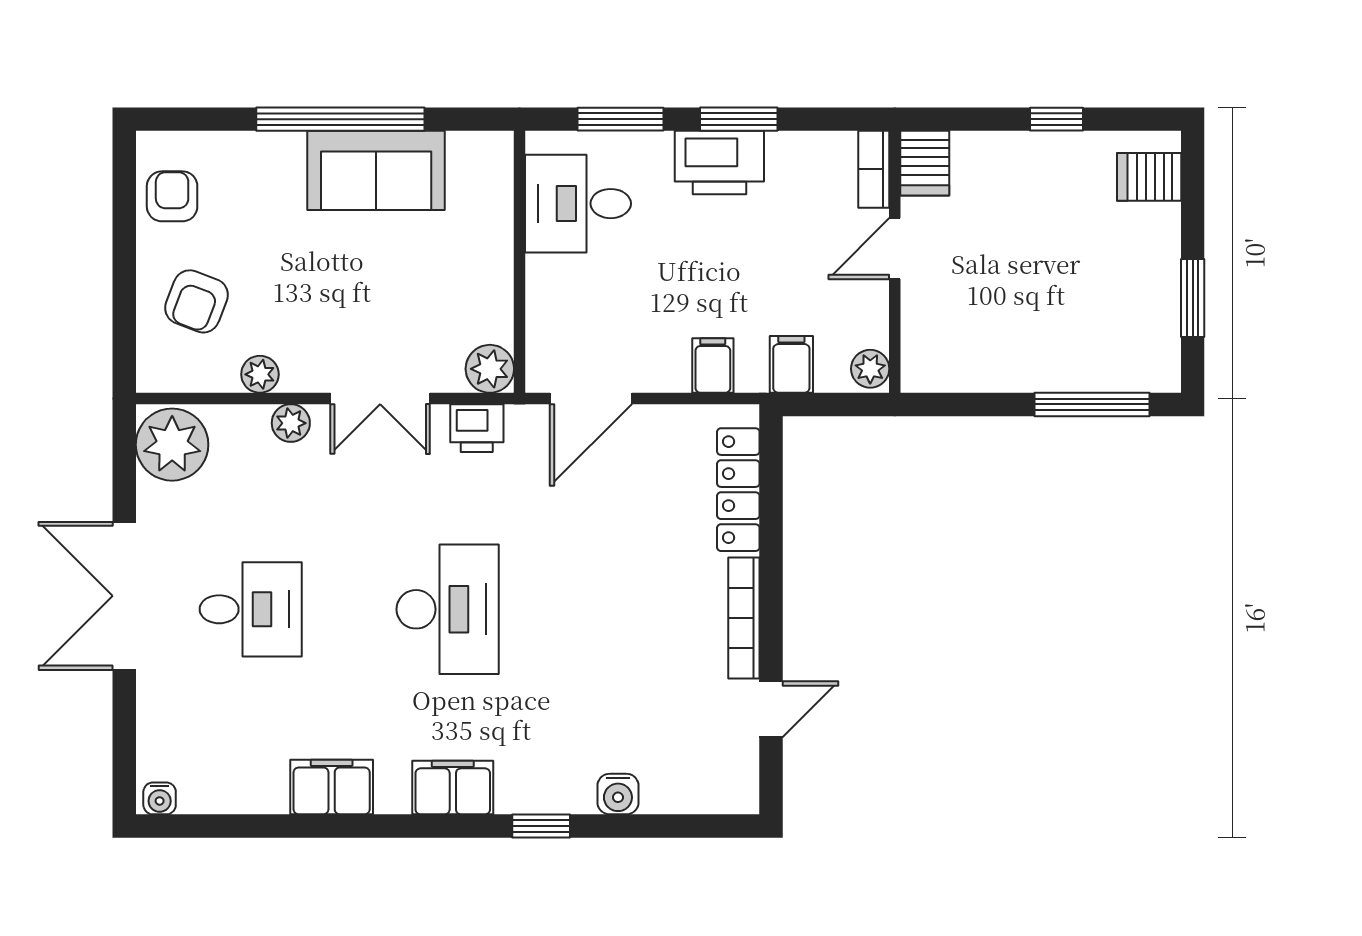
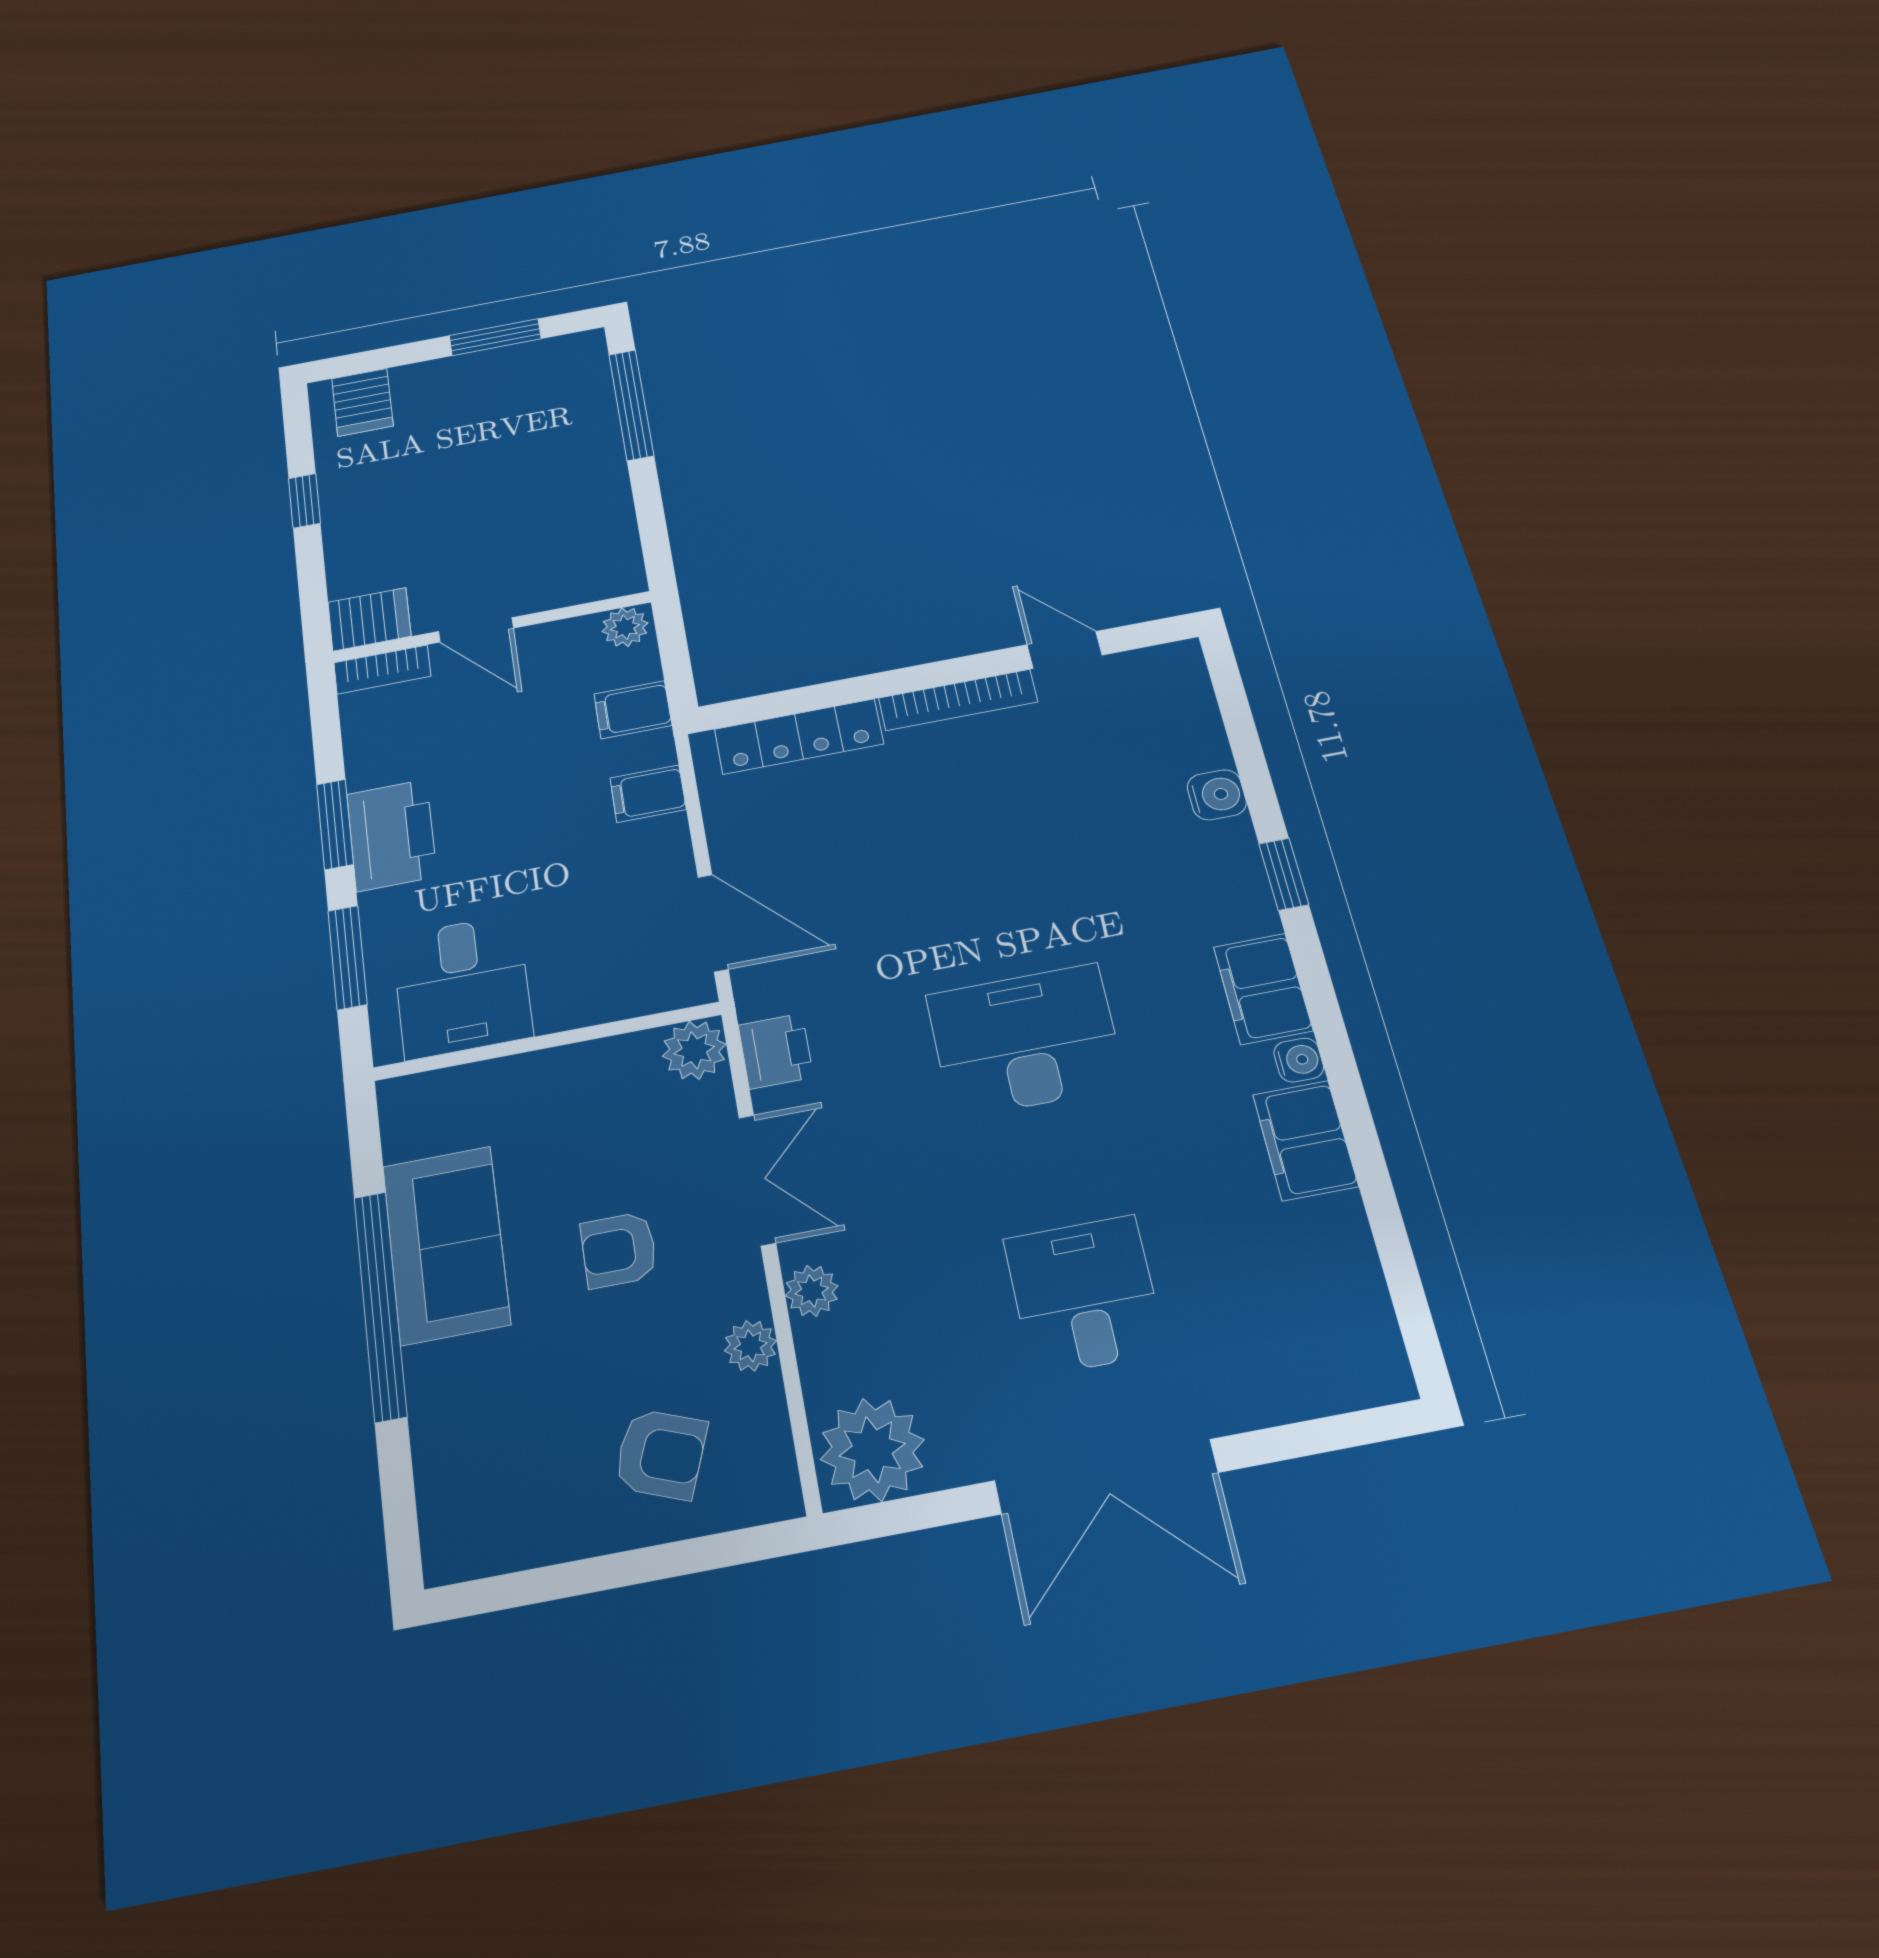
armchair: (172, 196) -> (619, 1250), moved
water cooler: (160, 798) -> (1299, 1060), moved

